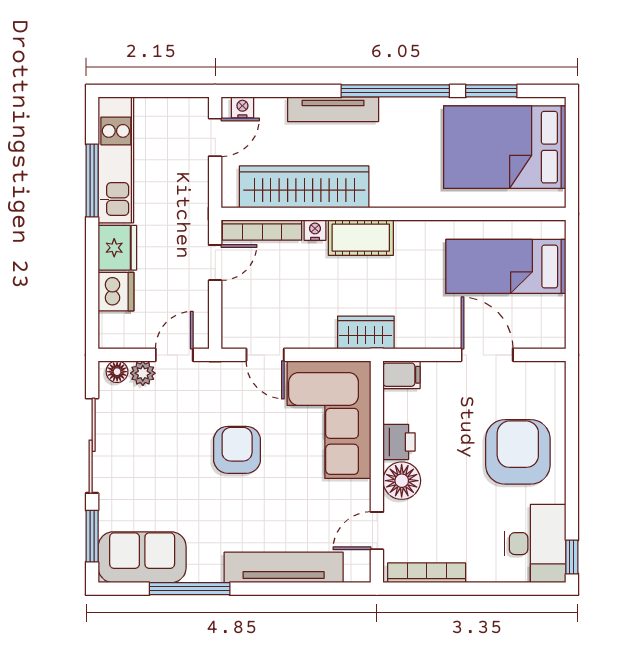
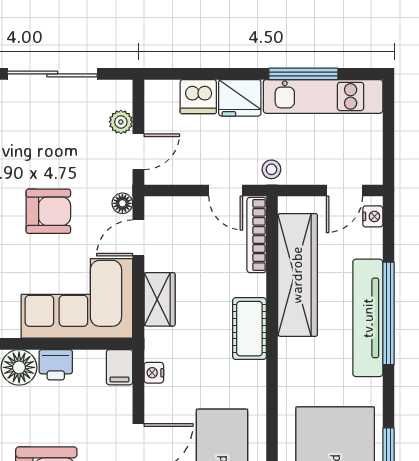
window: (395, 91) -> (388, 313), moved
tv unit: (333, 109) -> (368, 318), width x1.36, depth x1.29
door: (215, 137) -> (344, 190), hinge flipped
stool: (193, 214) -> (271, 169), added
nightstand: (315, 230) -> (154, 373), moved, turned 180
wardrobe: (366, 332) -> (160, 299), moved
door: (174, 355) -> (138, 152), hinge flipped
floor lamp: (117, 372) -> (122, 203), moved

